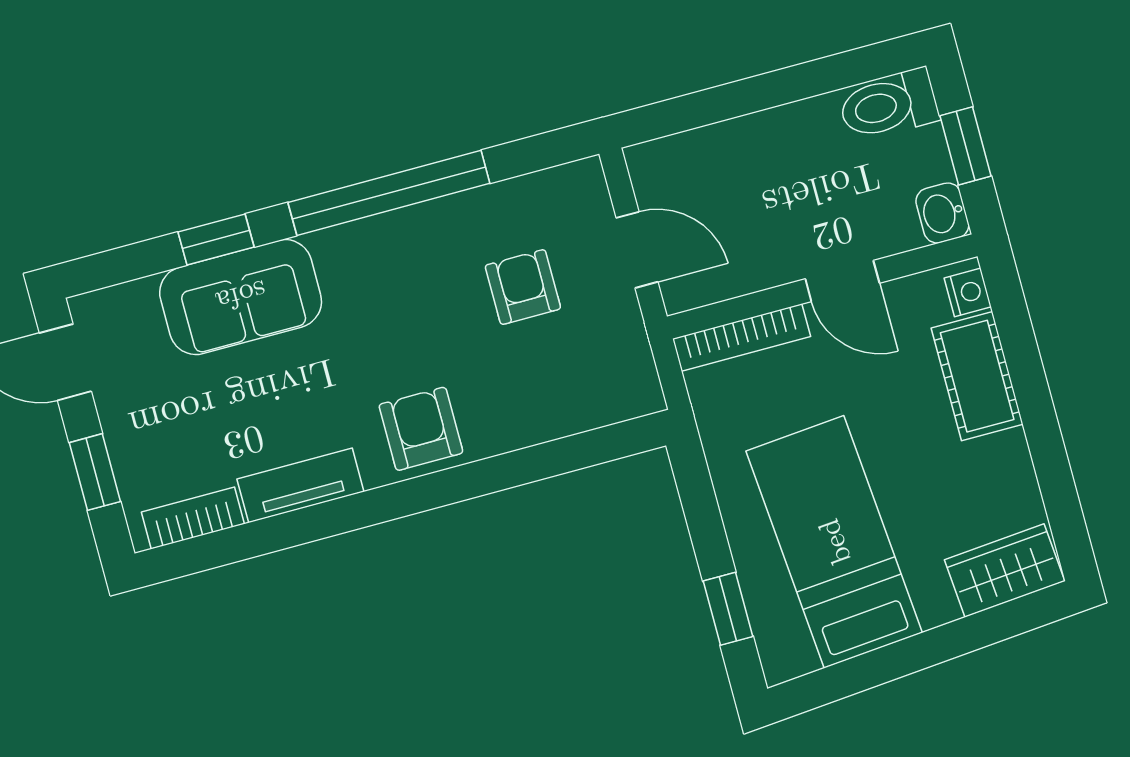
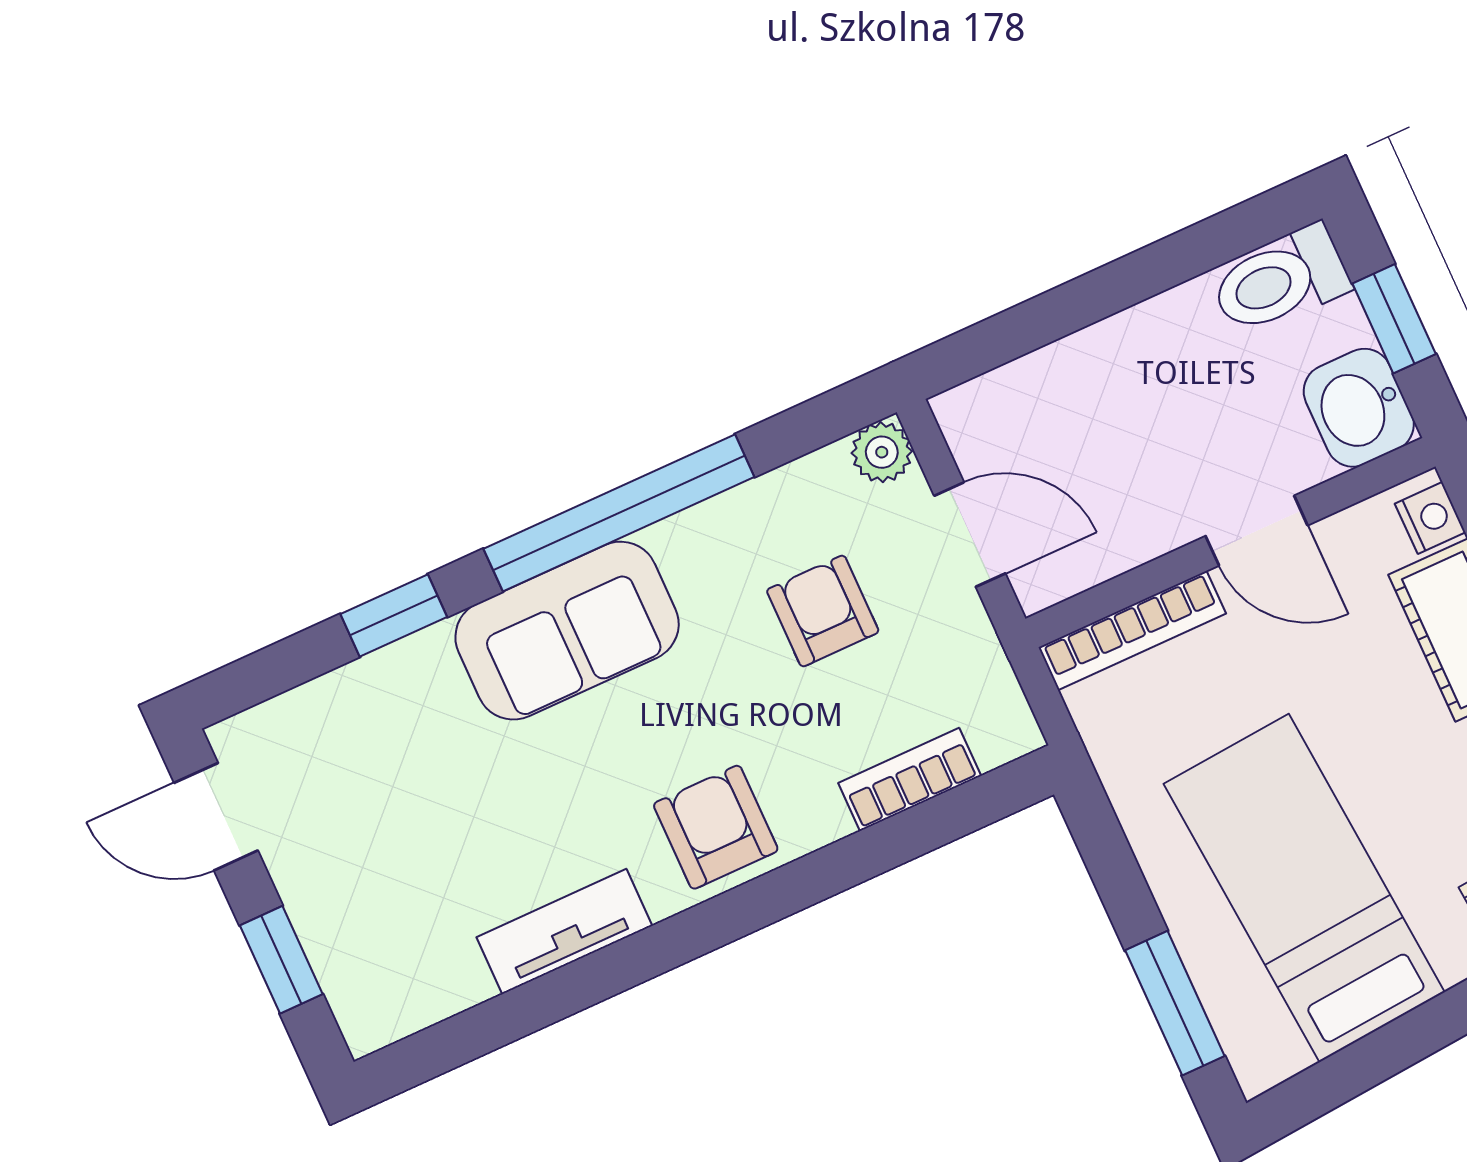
plant: (584, 181) -> (882, 452), added
washbasin: (942, 213) -> (1359, 408), width x1.38, depth x1.45
sofa: (241, 297) -> (567, 631), moved
bookcase: (193, 518) -> (910, 779), moved
window: (728, 609) -> (1175, 1003), width x1.50

